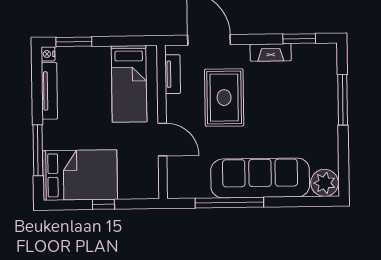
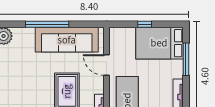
sofa: (260, 178) -> (67, 40), moved
window: (229, 203) -> (47, 24), moved

